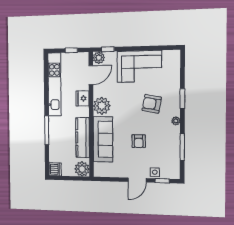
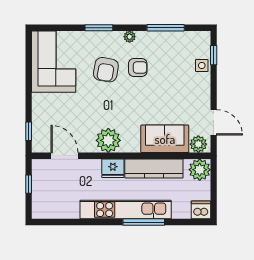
plant: (99, 58) -> (198, 144), moved
corner sofa: (139, 66) -> (54, 62), moved
kitchen unit: (54, 84) -> (126, 210), moved
fridge: (82, 98) -> (113, 168), moved
sofa: (103, 139) -> (165, 139), width x0.73
armchair: (139, 141) -> (138, 68), moved
door: (137, 180) -> (214, 122), moved

